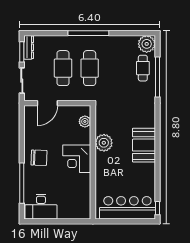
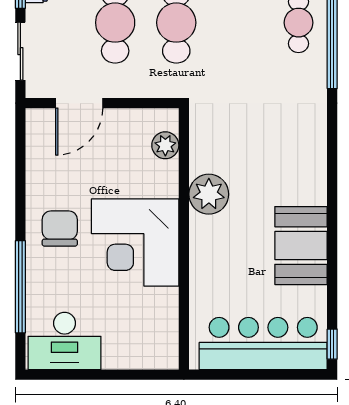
booth: (144, 145) -> (301, 246), moved
chair: (39, 158) -> (60, 229), turned -92
corner desk: (77, 159) -> (135, 242), width x1.36, depth x1.36

